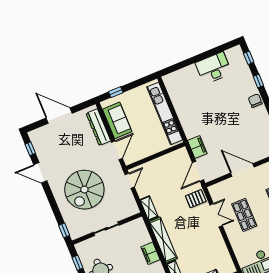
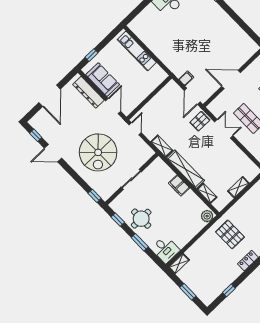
chair: (255, 101) -> (218, 14), removed
kitchen unit: (165, 113) -> (137, 51), width x0.73
door: (59, 116) -> (50, 96), swing flipped
filing cabinet: (197, 147) -> (186, 78), width x0.50

